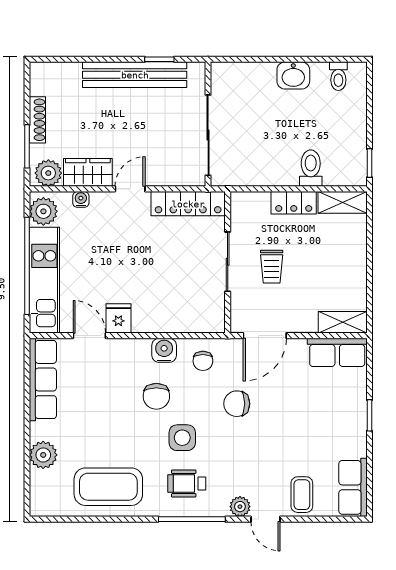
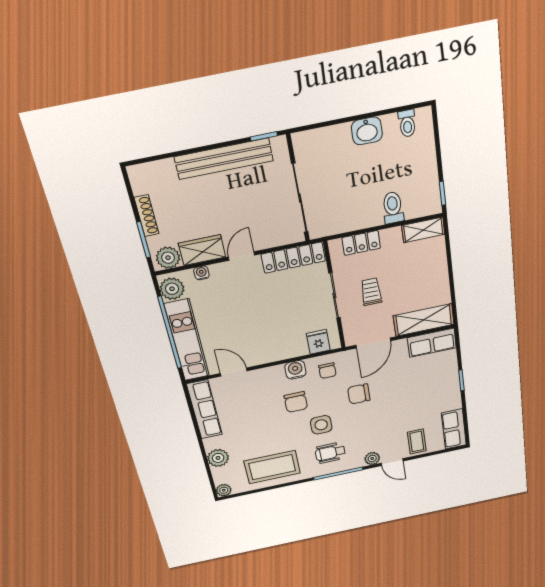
window: (159, 59) -> (264, 136), moved
locker: (294, 203) -> (361, 243), moved
trolley: (272, 267) -> (371, 292), turned 180
fridge: (118, 318) -> (318, 342), moved
shelving: (343, 322) -> (424, 320), width x1.50, depth x1.33
plant: (39, 507) -> (224, 490), added

